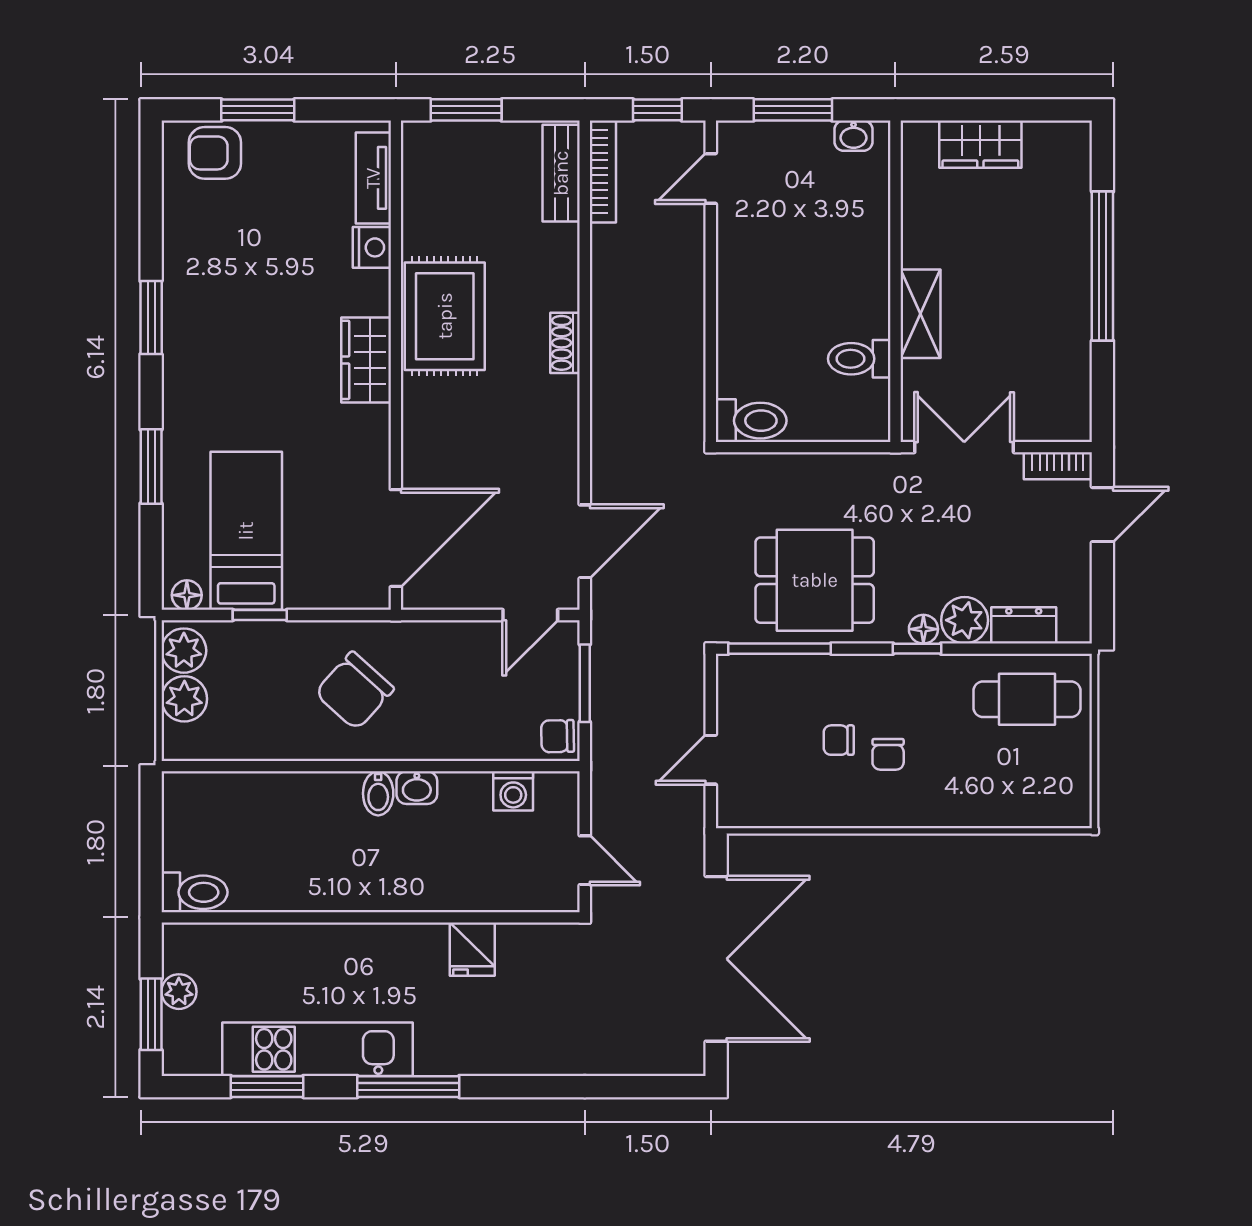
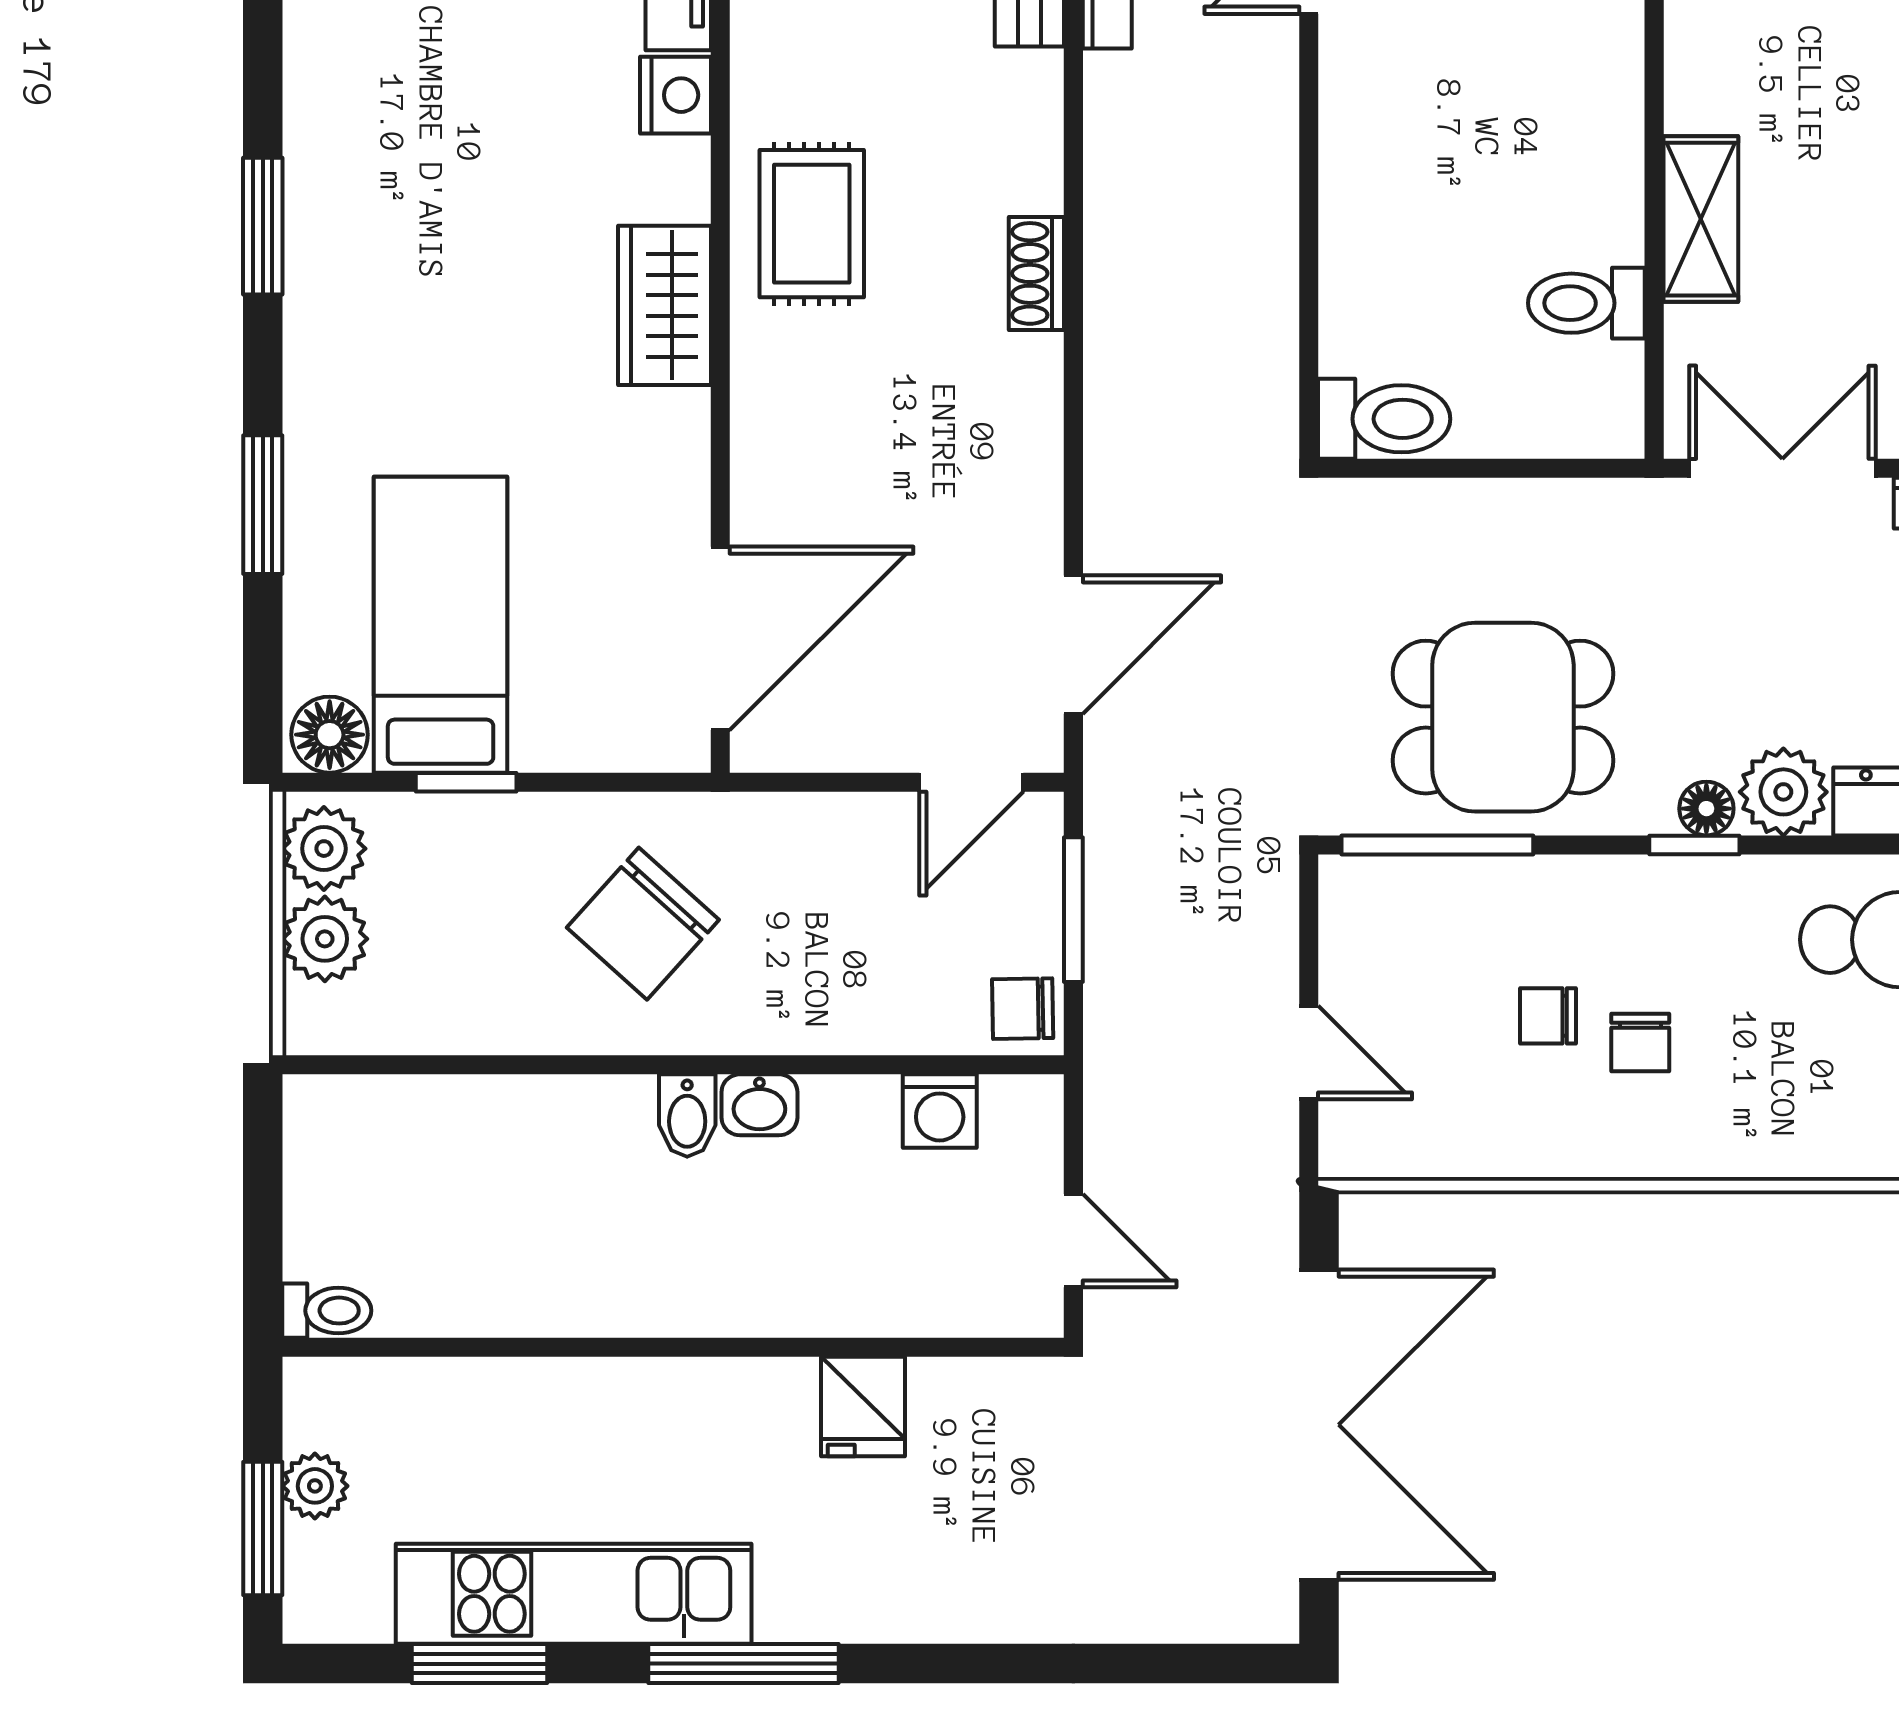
rug: (445, 316) -> (812, 224), width x0.73, depth x0.70
floor lamp: (187, 595) -> (330, 735), width x1.37, depth x1.37
door: (711, 760) -> (1309, 1053), swing flipped
toilet: (194, 892) -> (327, 1311), width x0.73, depth x0.72

